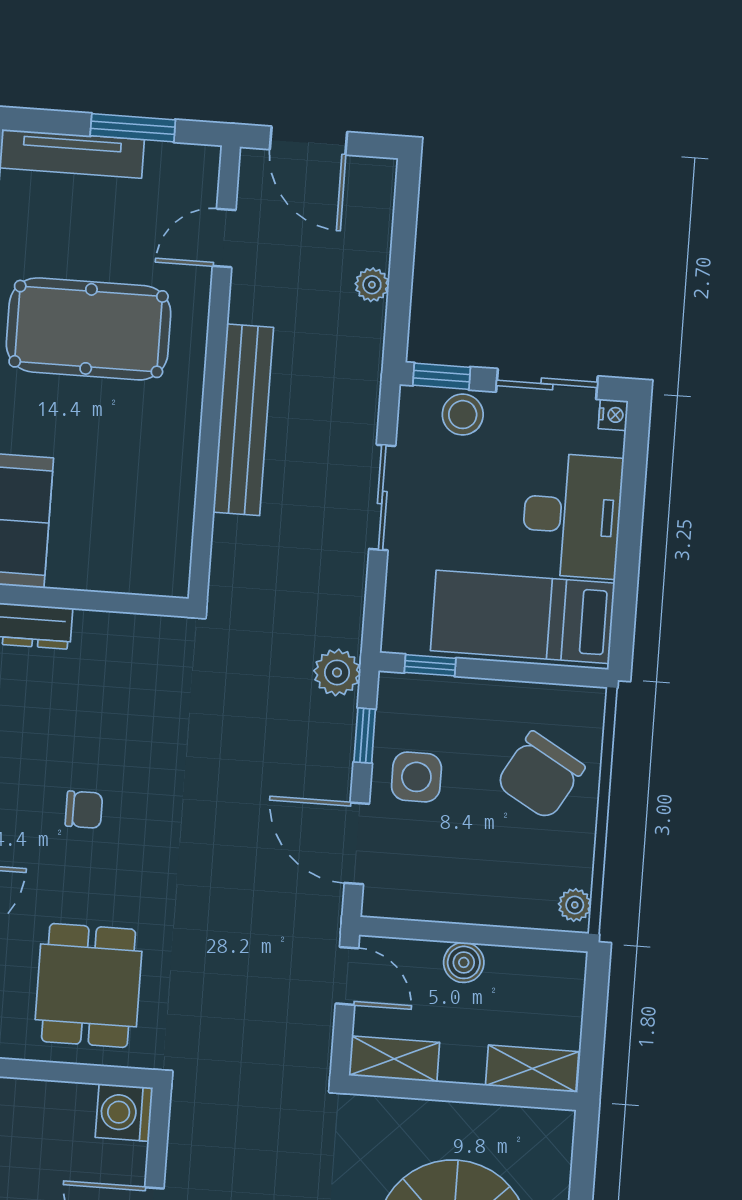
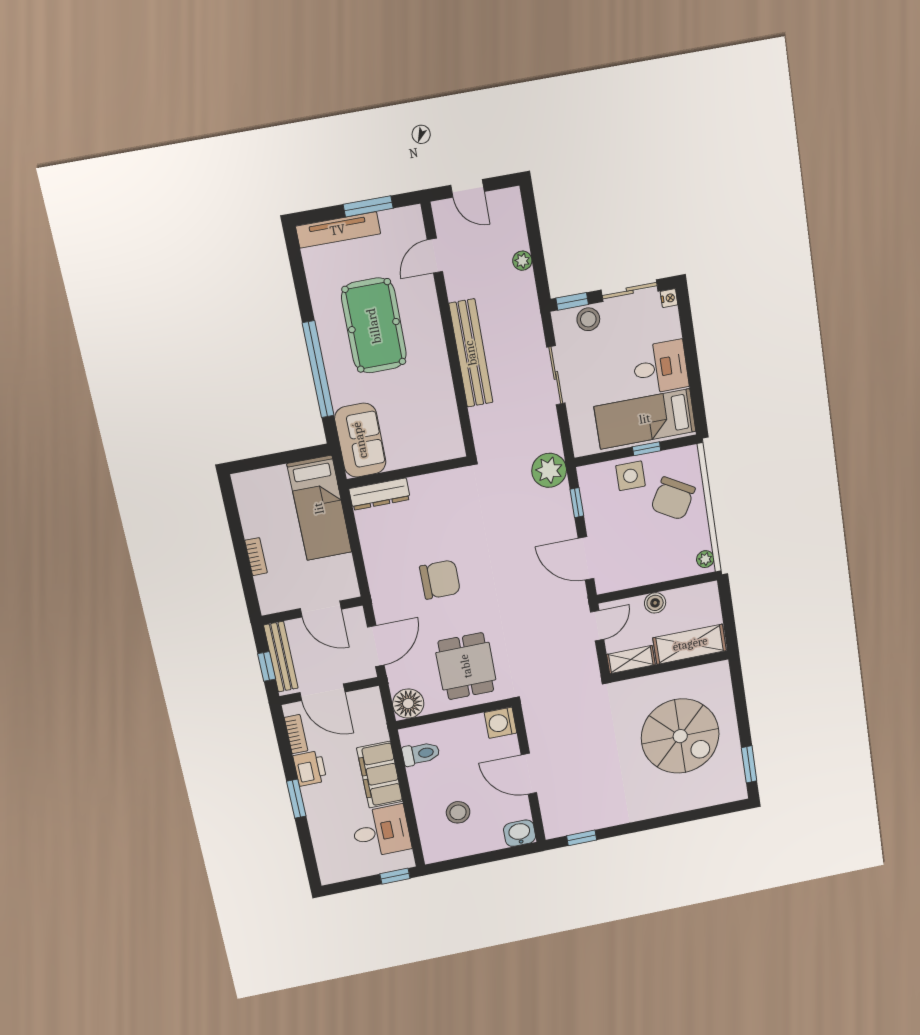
door: (309, 141) -> (468, 188), width x0.73
pool table: (89, 329) -> (374, 326), turned 90
desk: (572, 516) -> (660, 367), width x0.73
window: (430, 665) -> (647, 449), moved
plant: (337, 672) -> (549, 470), width x1.36, depth x1.36
side table: (416, 777) -> (630, 476), moved
chair: (84, 810) -> (440, 580), width x1.87, depth x1.87
door: (347, 976) -> (597, 626), hinge flipped
shelving: (532, 1069) -> (690, 644), width x1.50, depth x1.33

